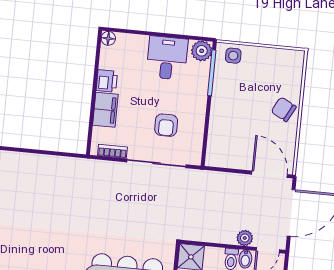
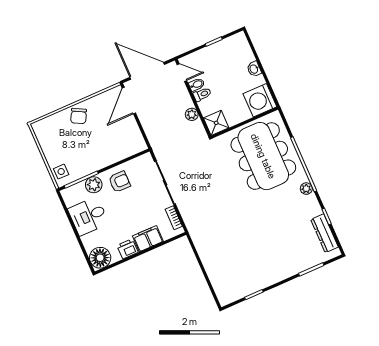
floor lamp: (108, 38) -> (100, 258), width x1.89, depth x1.89
plant: (202, 51) -> (94, 185), moved
armchair: (166, 125) -> (119, 182), moved
plant: (245, 238) -> (192, 114), moved

